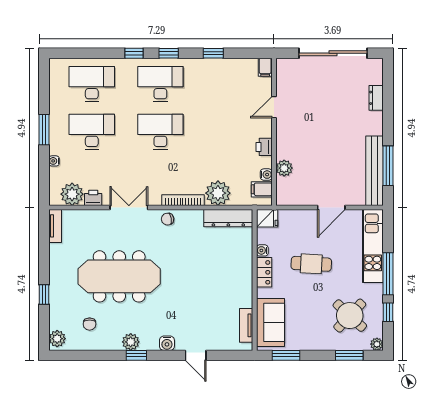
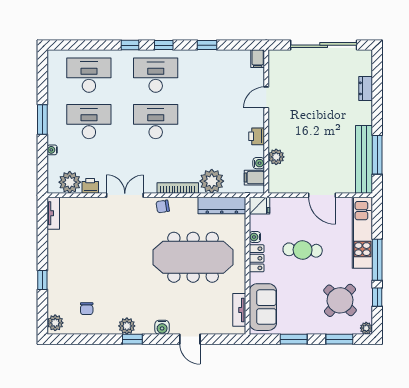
door: (331, 208) -> (322, 195), hinge flipped
meeting table: (119, 276) -> (193, 257), moved
window: (286, 355) -> (294, 339), moved

